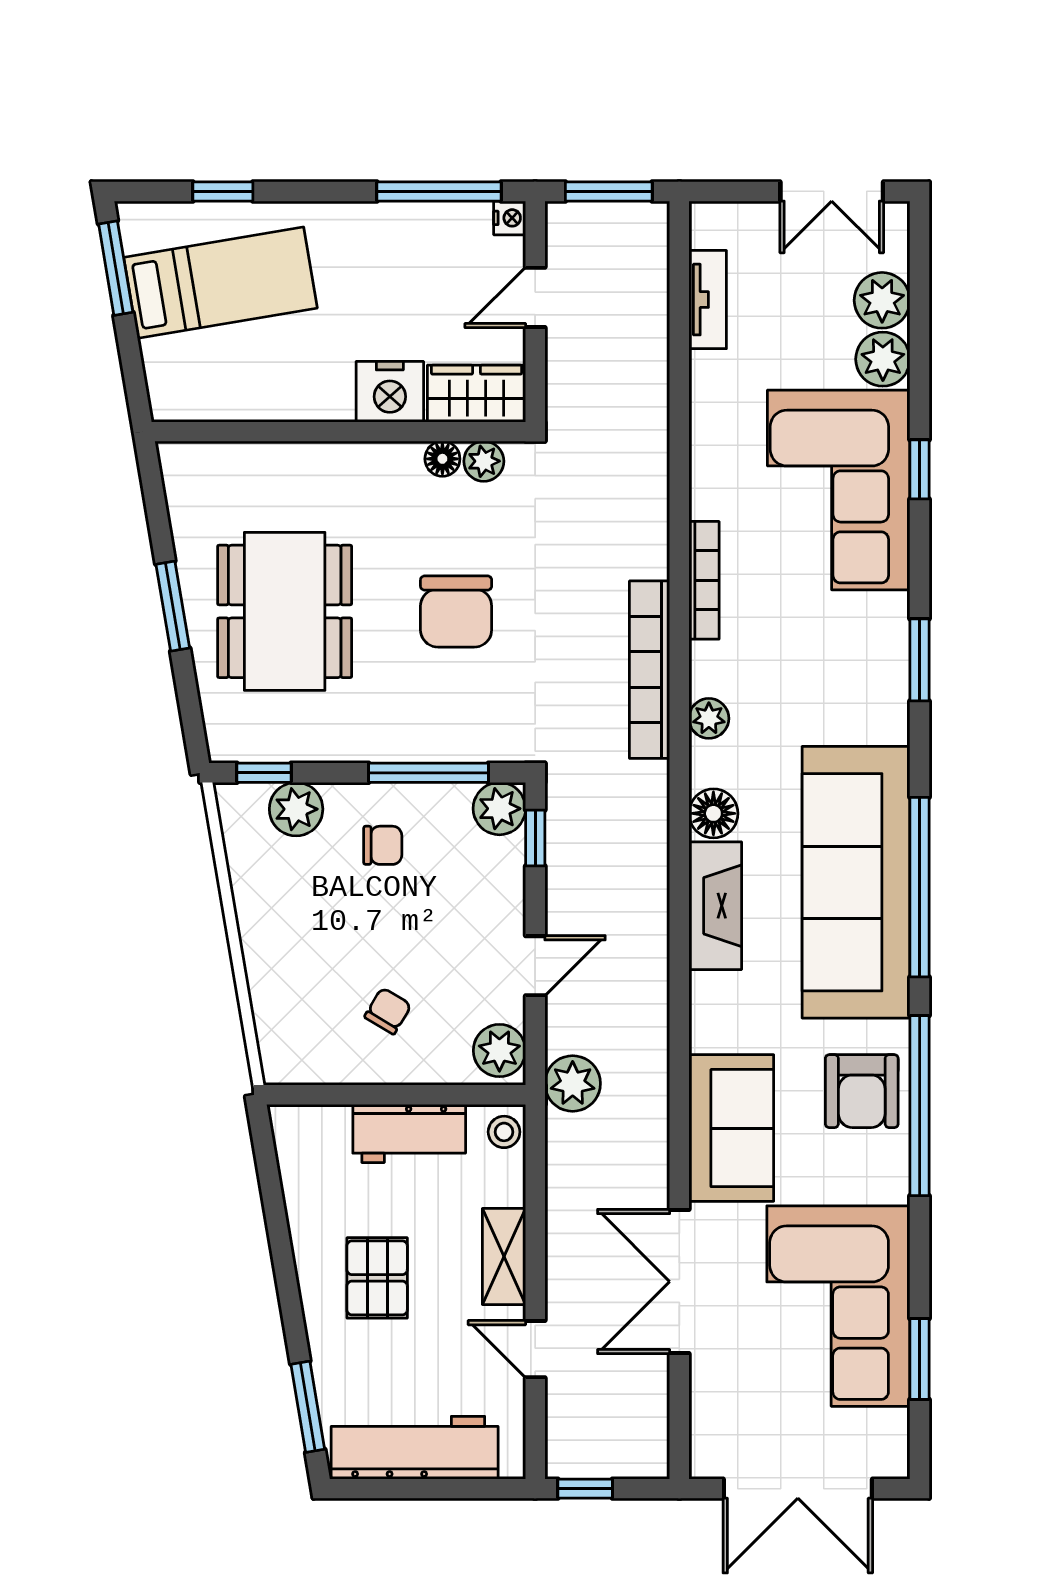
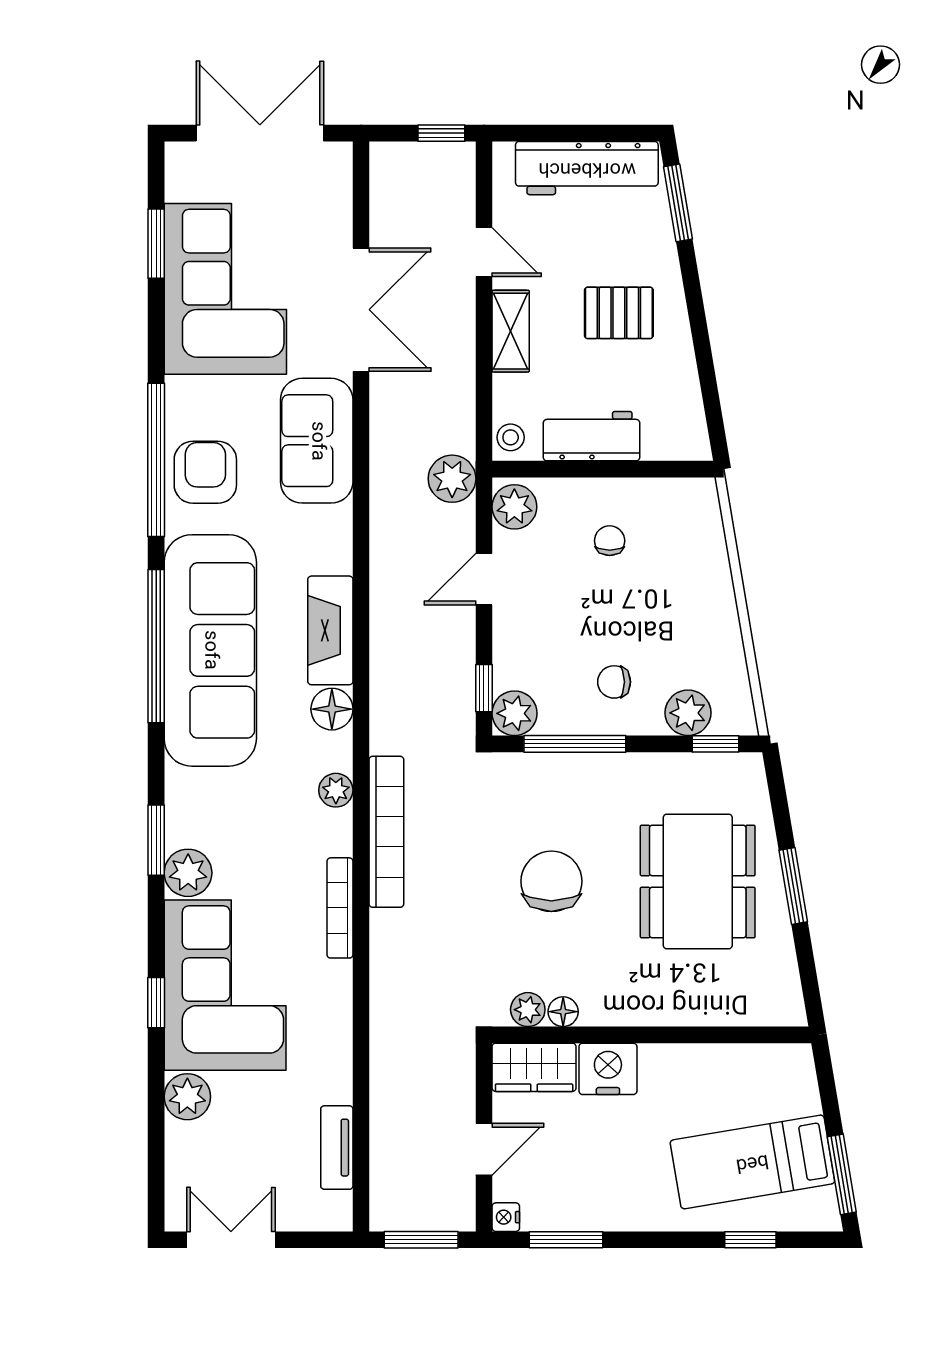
window: (439, 191) -> (566, 1240), width x0.69
plant: (882, 300) -> (188, 873), moved
chair: (388, 1011) -> (610, 541), turned 149
pallet: (377, 1278) -> (619, 313), turned 90

